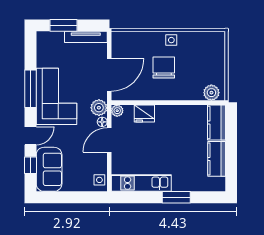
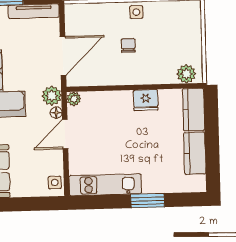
chair: (164, 68) -> (128, 45), width x0.54, depth x0.54
fridge: (144, 113) -> (146, 100), moved

